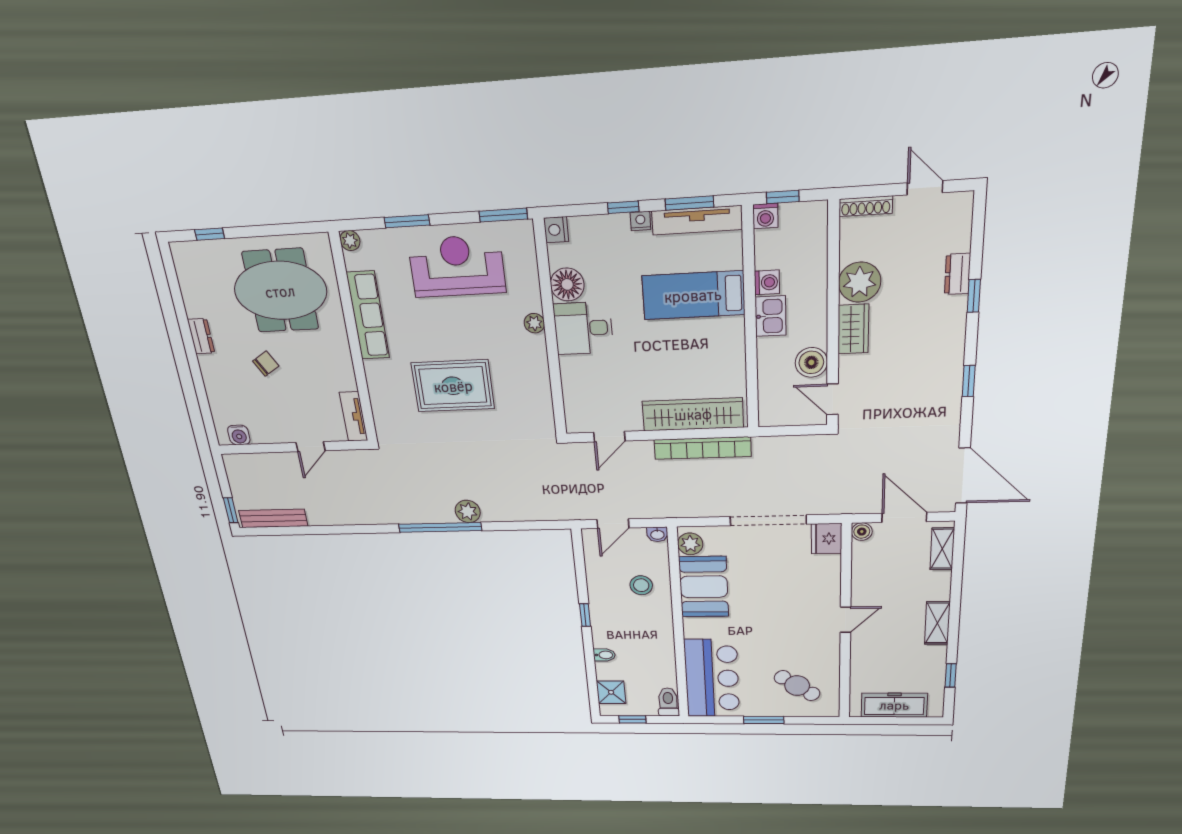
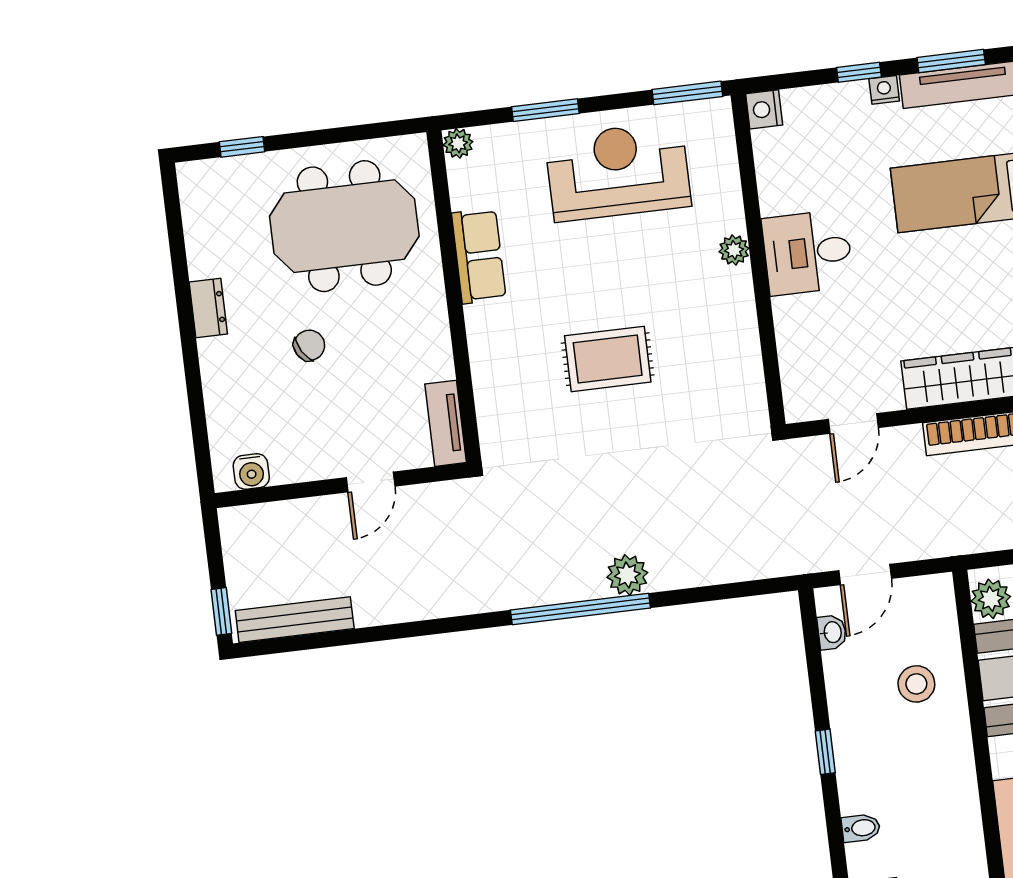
floor lamp: (567, 284) -> (782, 188), removed
row of seats: (368, 316) -> (479, 256), width x0.68
rug: (453, 386) -> (608, 359), width x0.73, depth x0.70
washbasin: (657, 534) -> (832, 632), moved, turned -90

